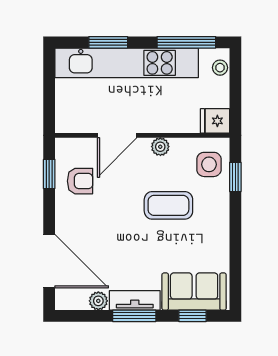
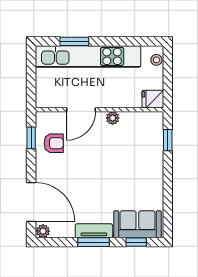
window: (186, 42) -> (132, 41), removed
side table: (209, 164) -> (148, 131), removed
coffee table: (168, 205) -> (119, 161), removed
plant: (98, 301) -> (43, 231), moved

